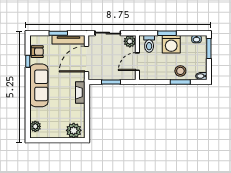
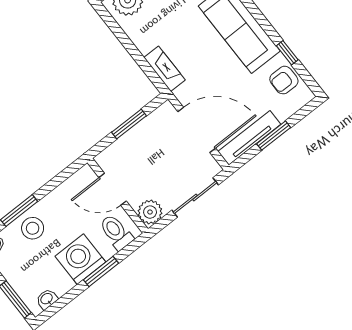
door: (86, 59) -> (197, 130), hinge flipped
door: (137, 62) -> (113, 189), swing flipped

